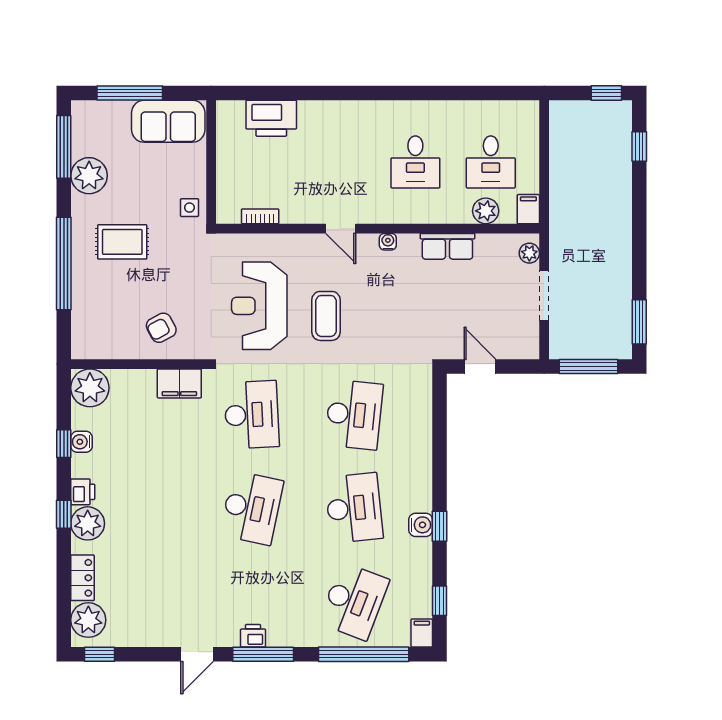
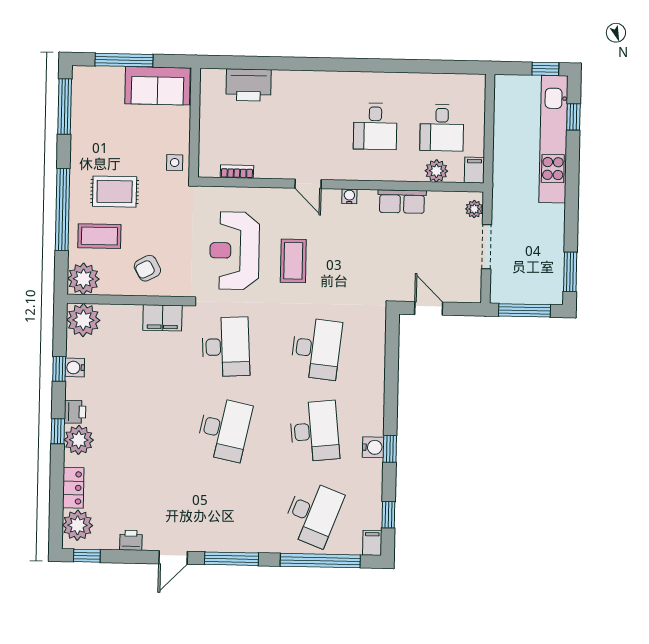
kitchen unit: (617, 172) -> (553, 139), added
plant: (89, 176) -> (83, 279), moved
coffee table: (106, 293) -> (99, 236), added
printer: (253, 636) -> (131, 540), moved

